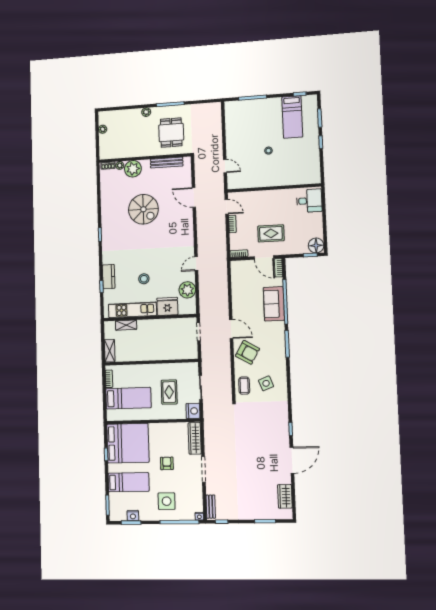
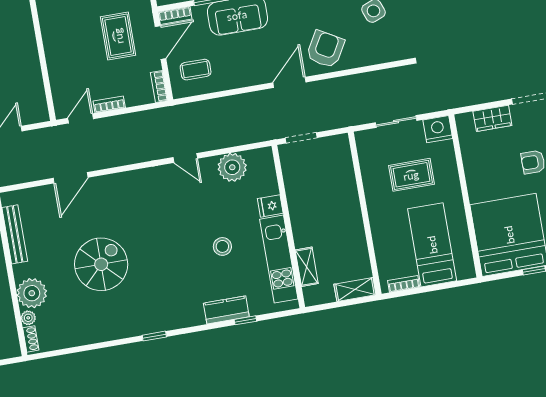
fridge: (167, 306) -> (270, 206), width x0.53, depth x0.75
coffee table: (244, 386) -> (196, 70), moved
wardrobe: (195, 438) -> (492, 118), width x0.67

